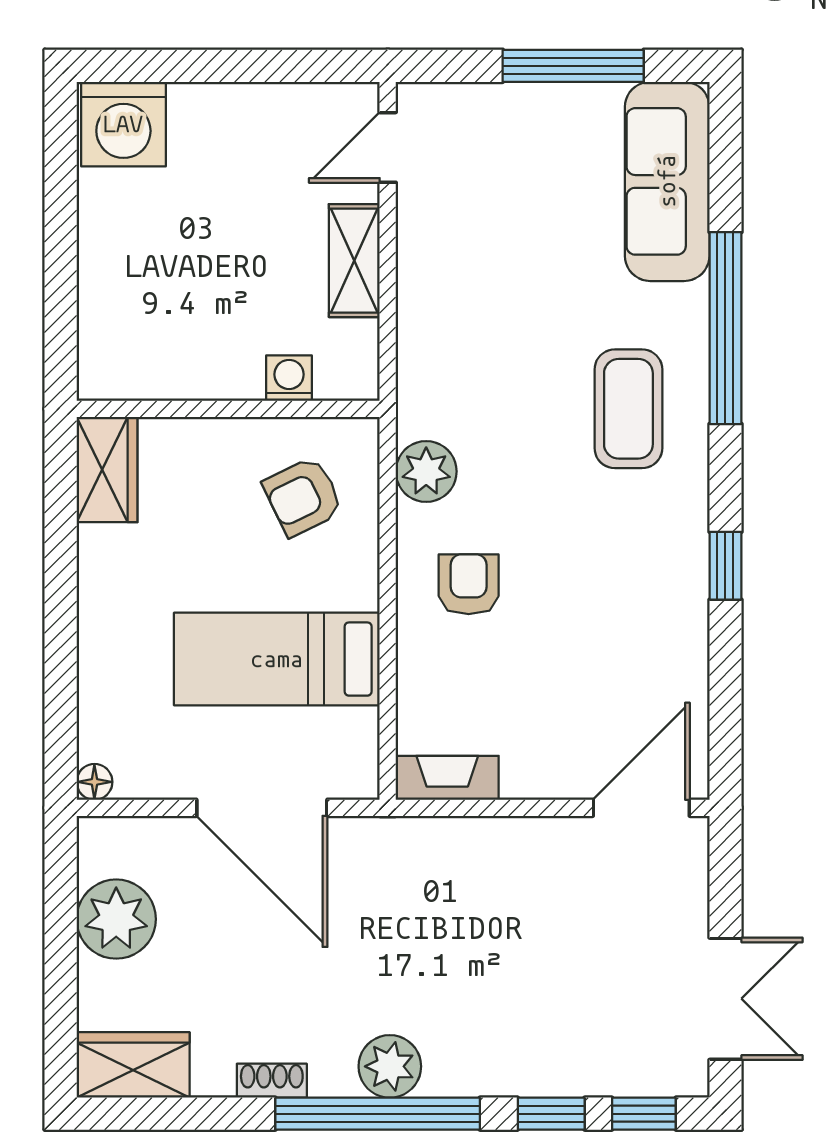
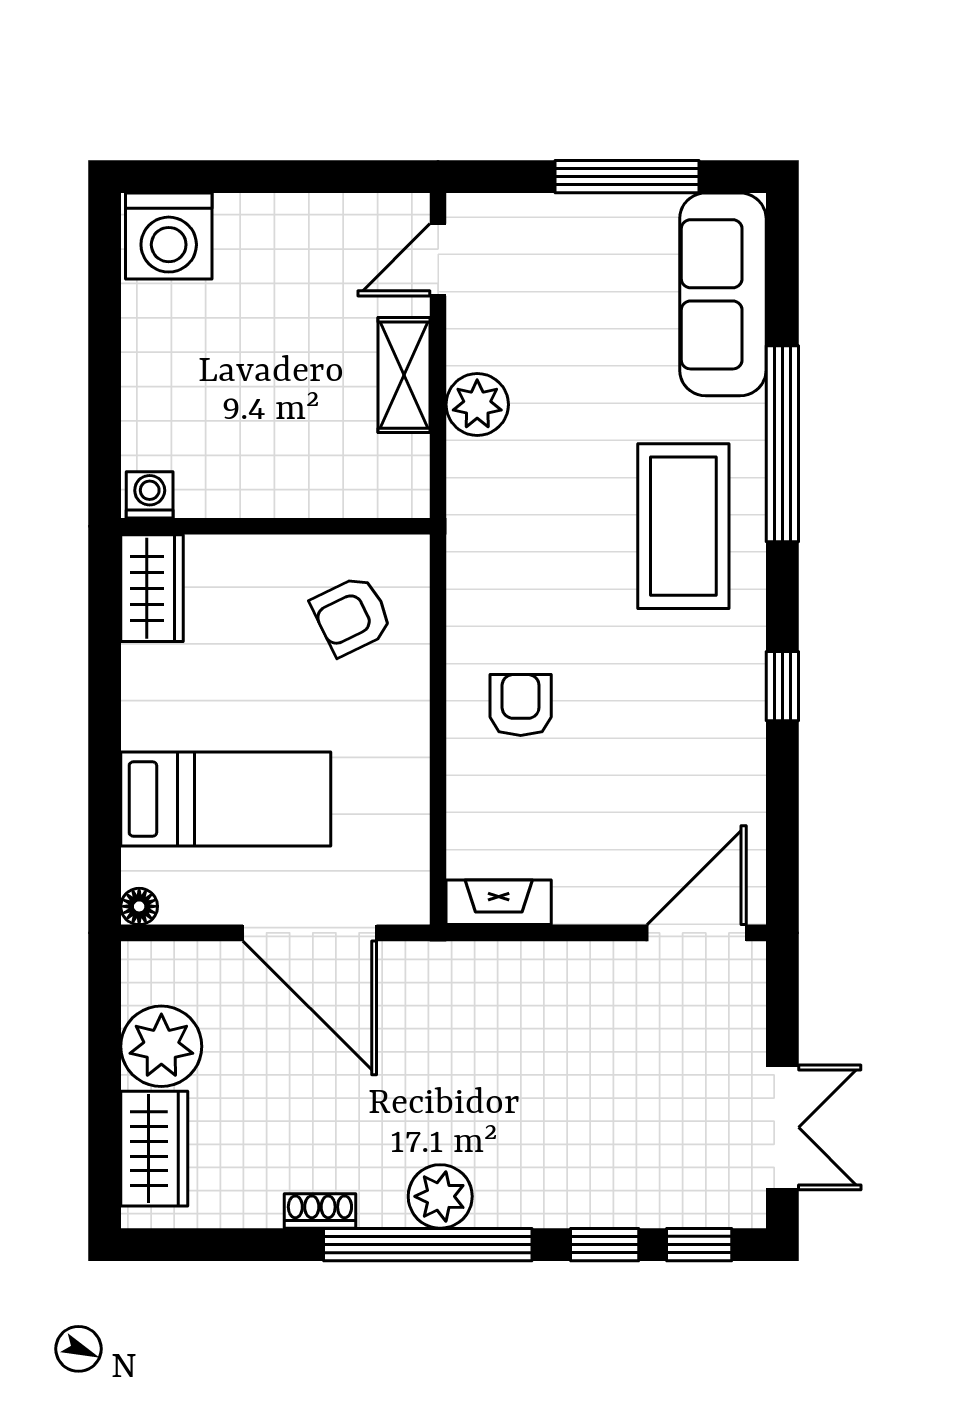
washing machine: (289, 378) -> (150, 495), moved
coffee table: (628, 409) -> (683, 526), width x1.36, depth x1.32
plant: (426, 471) -> (477, 405), moved
bed: (277, 659) -> (226, 799), moved, turned 180
wardrobe: (133, 1065) -> (154, 1149), moved, turned 90

